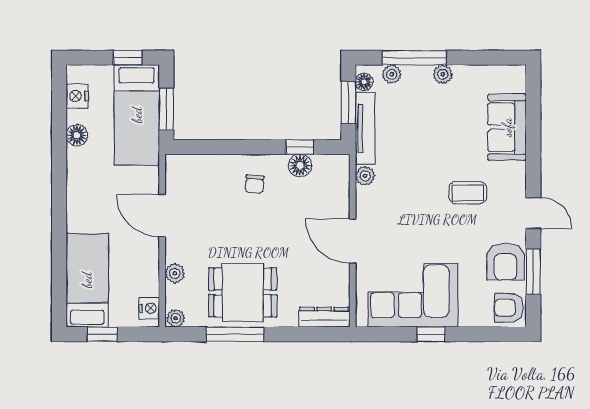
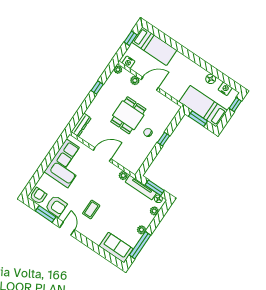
window: (128, 58) -> (235, 105), moved
window: (414, 58) -> (140, 245), moved
sofa: (507, 127) -> (116, 247), moved
window: (300, 147) -> (164, 139), moved
floor lamp: (300, 166) -> (143, 154), removed
door: (533, 213) -> (67, 229), swing flipped
door: (162, 216) -> (150, 84), moved
armchair: (505, 262) -> (56, 206), turned 180
dining table: (243, 292) -> (128, 115), moved
window: (235, 334) -> (97, 88), width x0.46
window: (431, 334) -> (48, 160), removed

